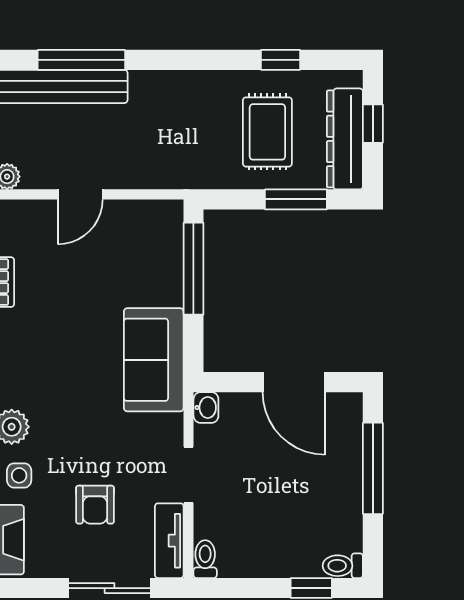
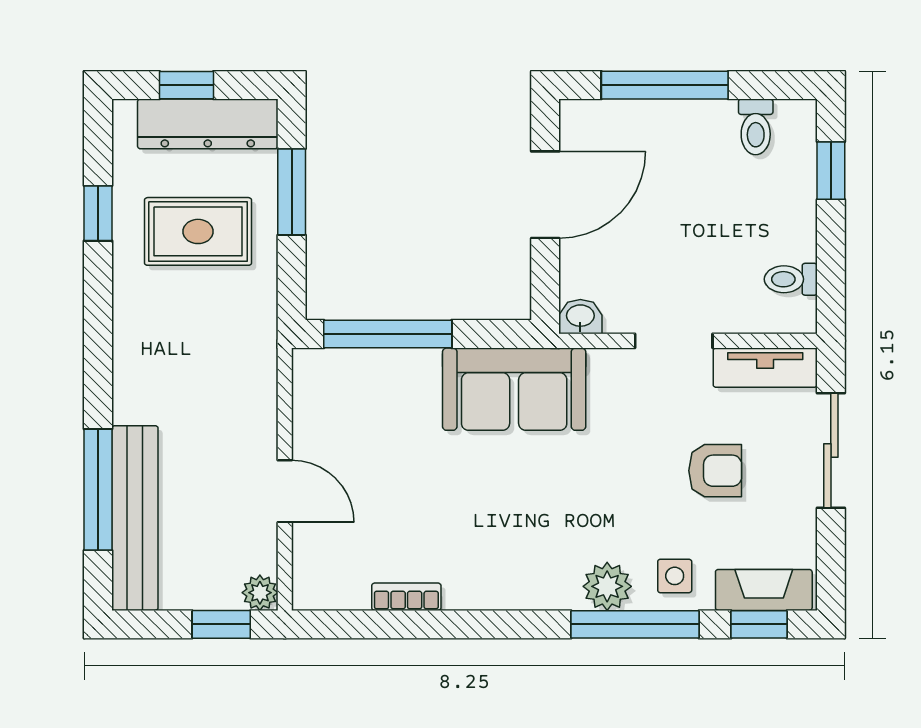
toilet: (205, 559) -> (791, 279), moved
toilet: (343, 566) -> (756, 127), moved

